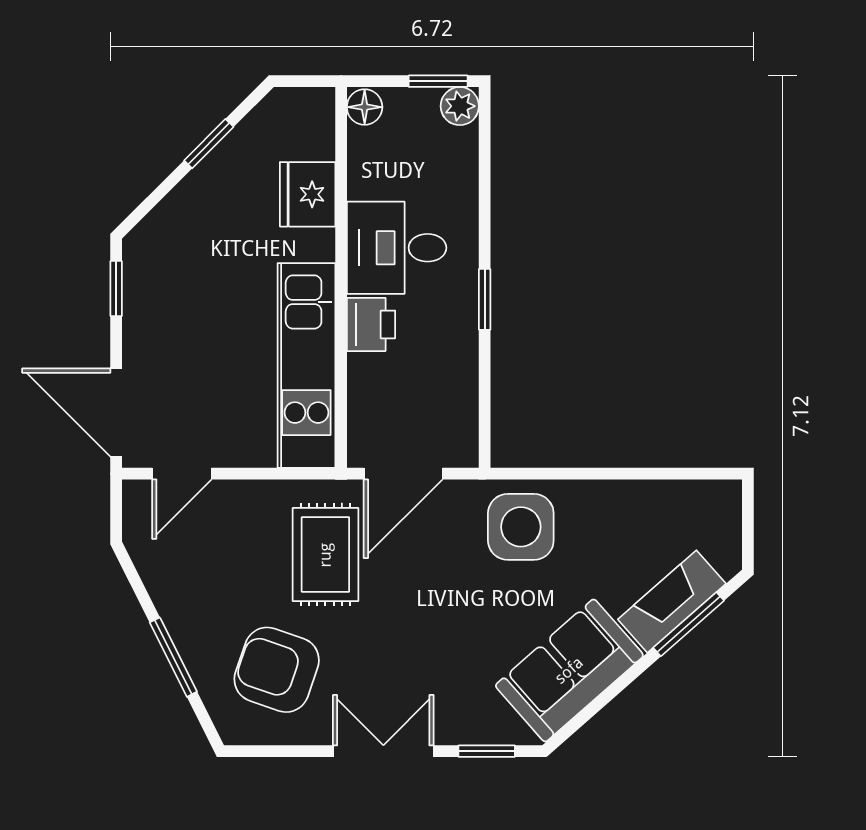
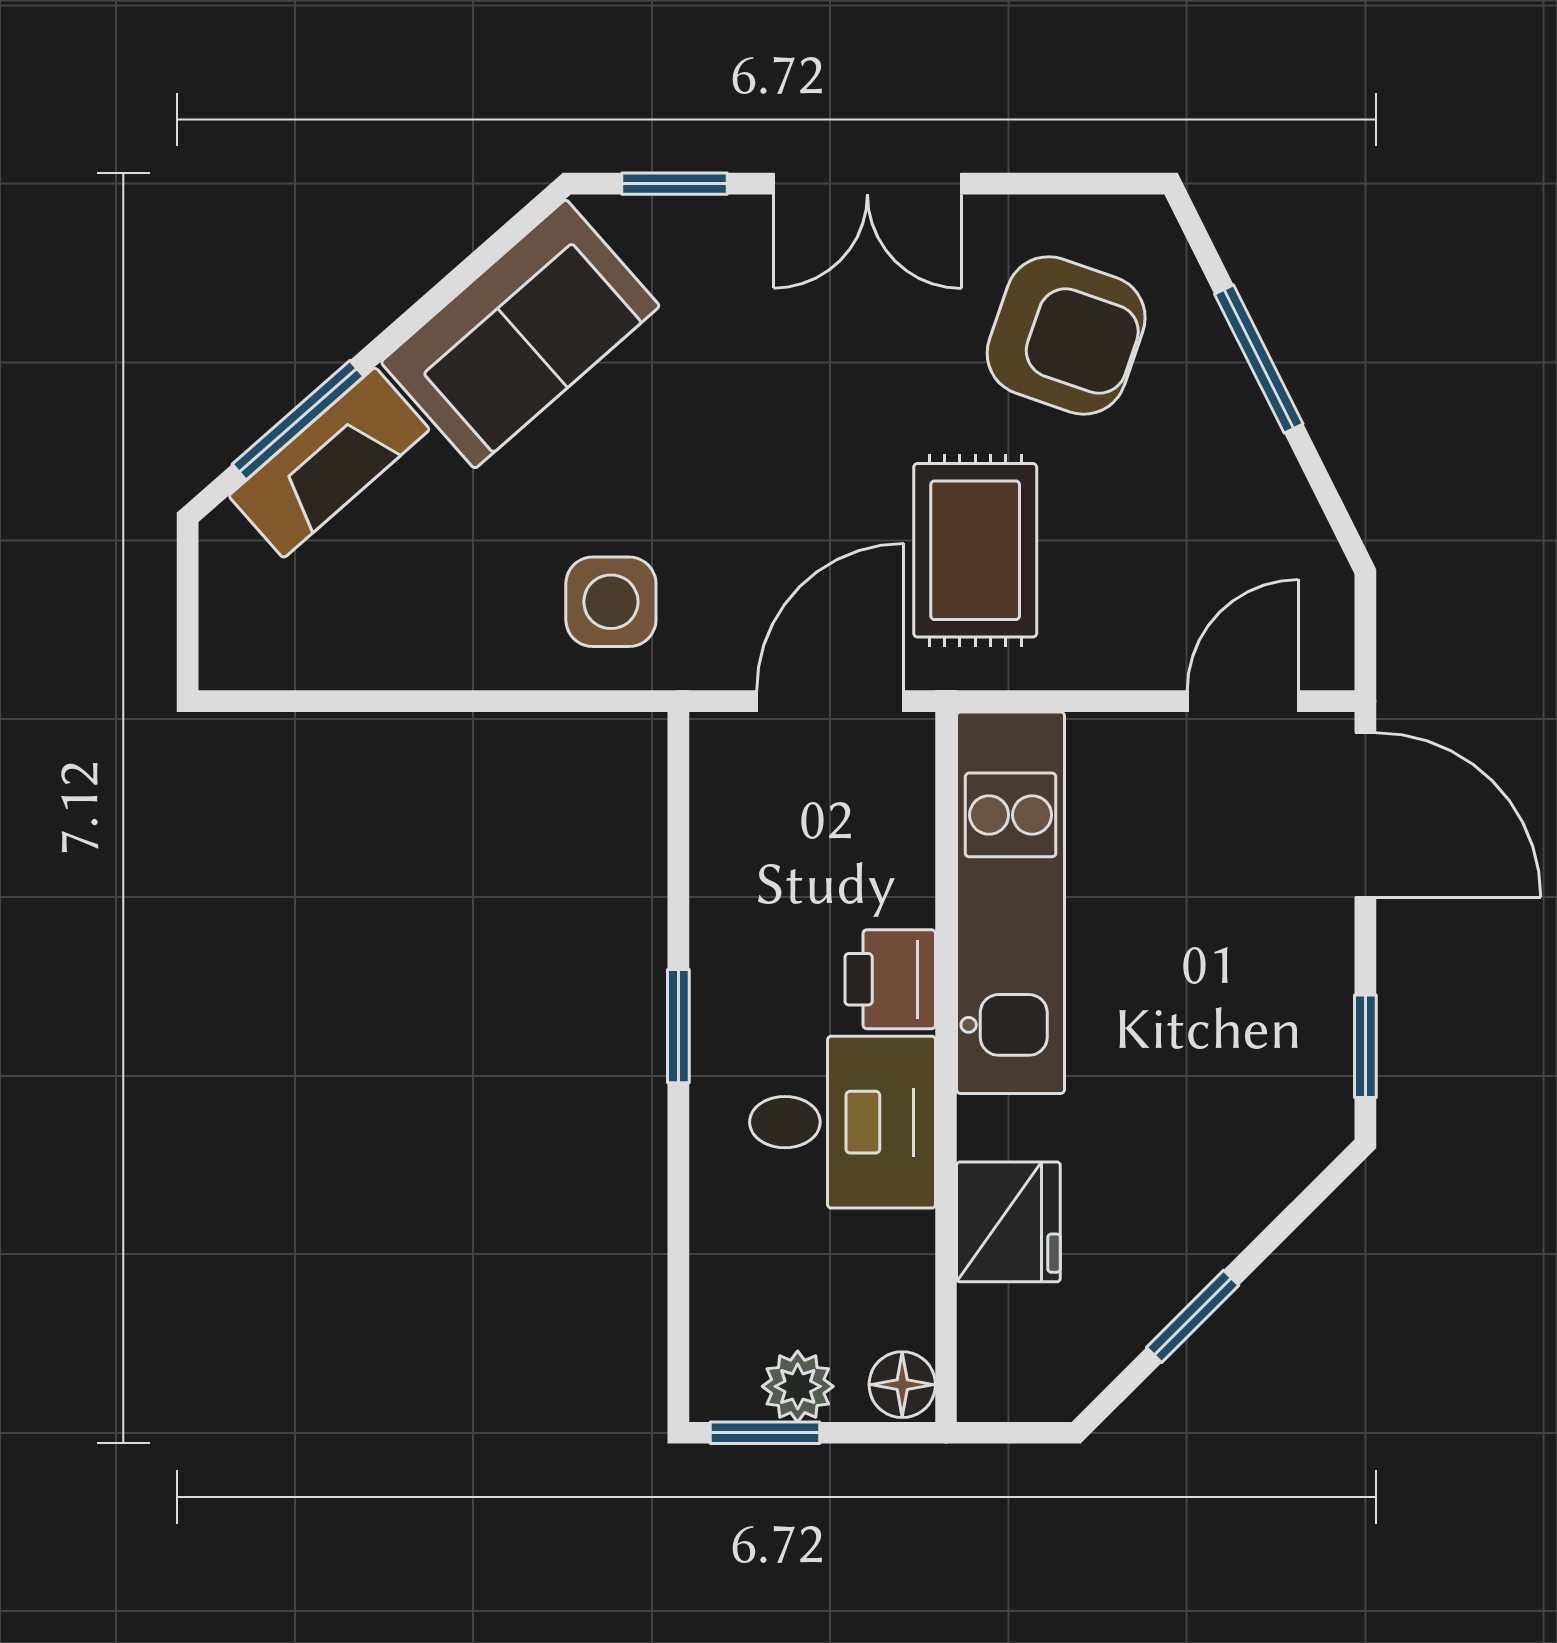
plant: (460, 106) -> (798, 1386), moved
side table: (521, 527) -> (611, 602), width x0.73, depth x0.73

